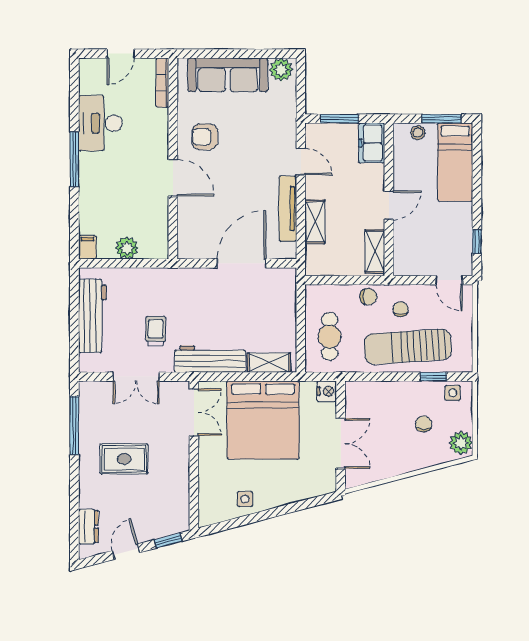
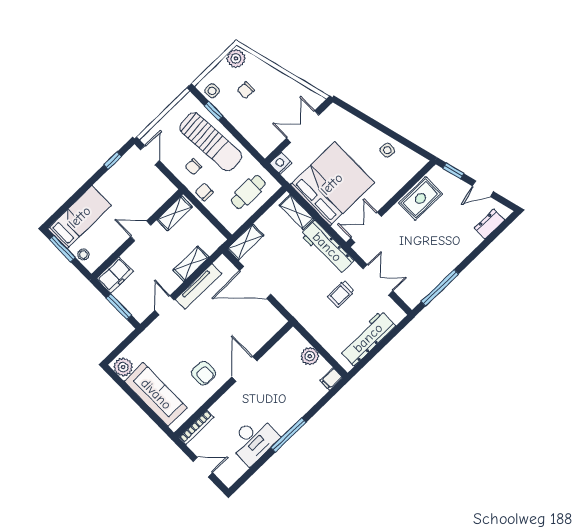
shelving: (287, 290) -> (245, 242), added
rug: (124, 459) -> (421, 199), moved, turned 90

